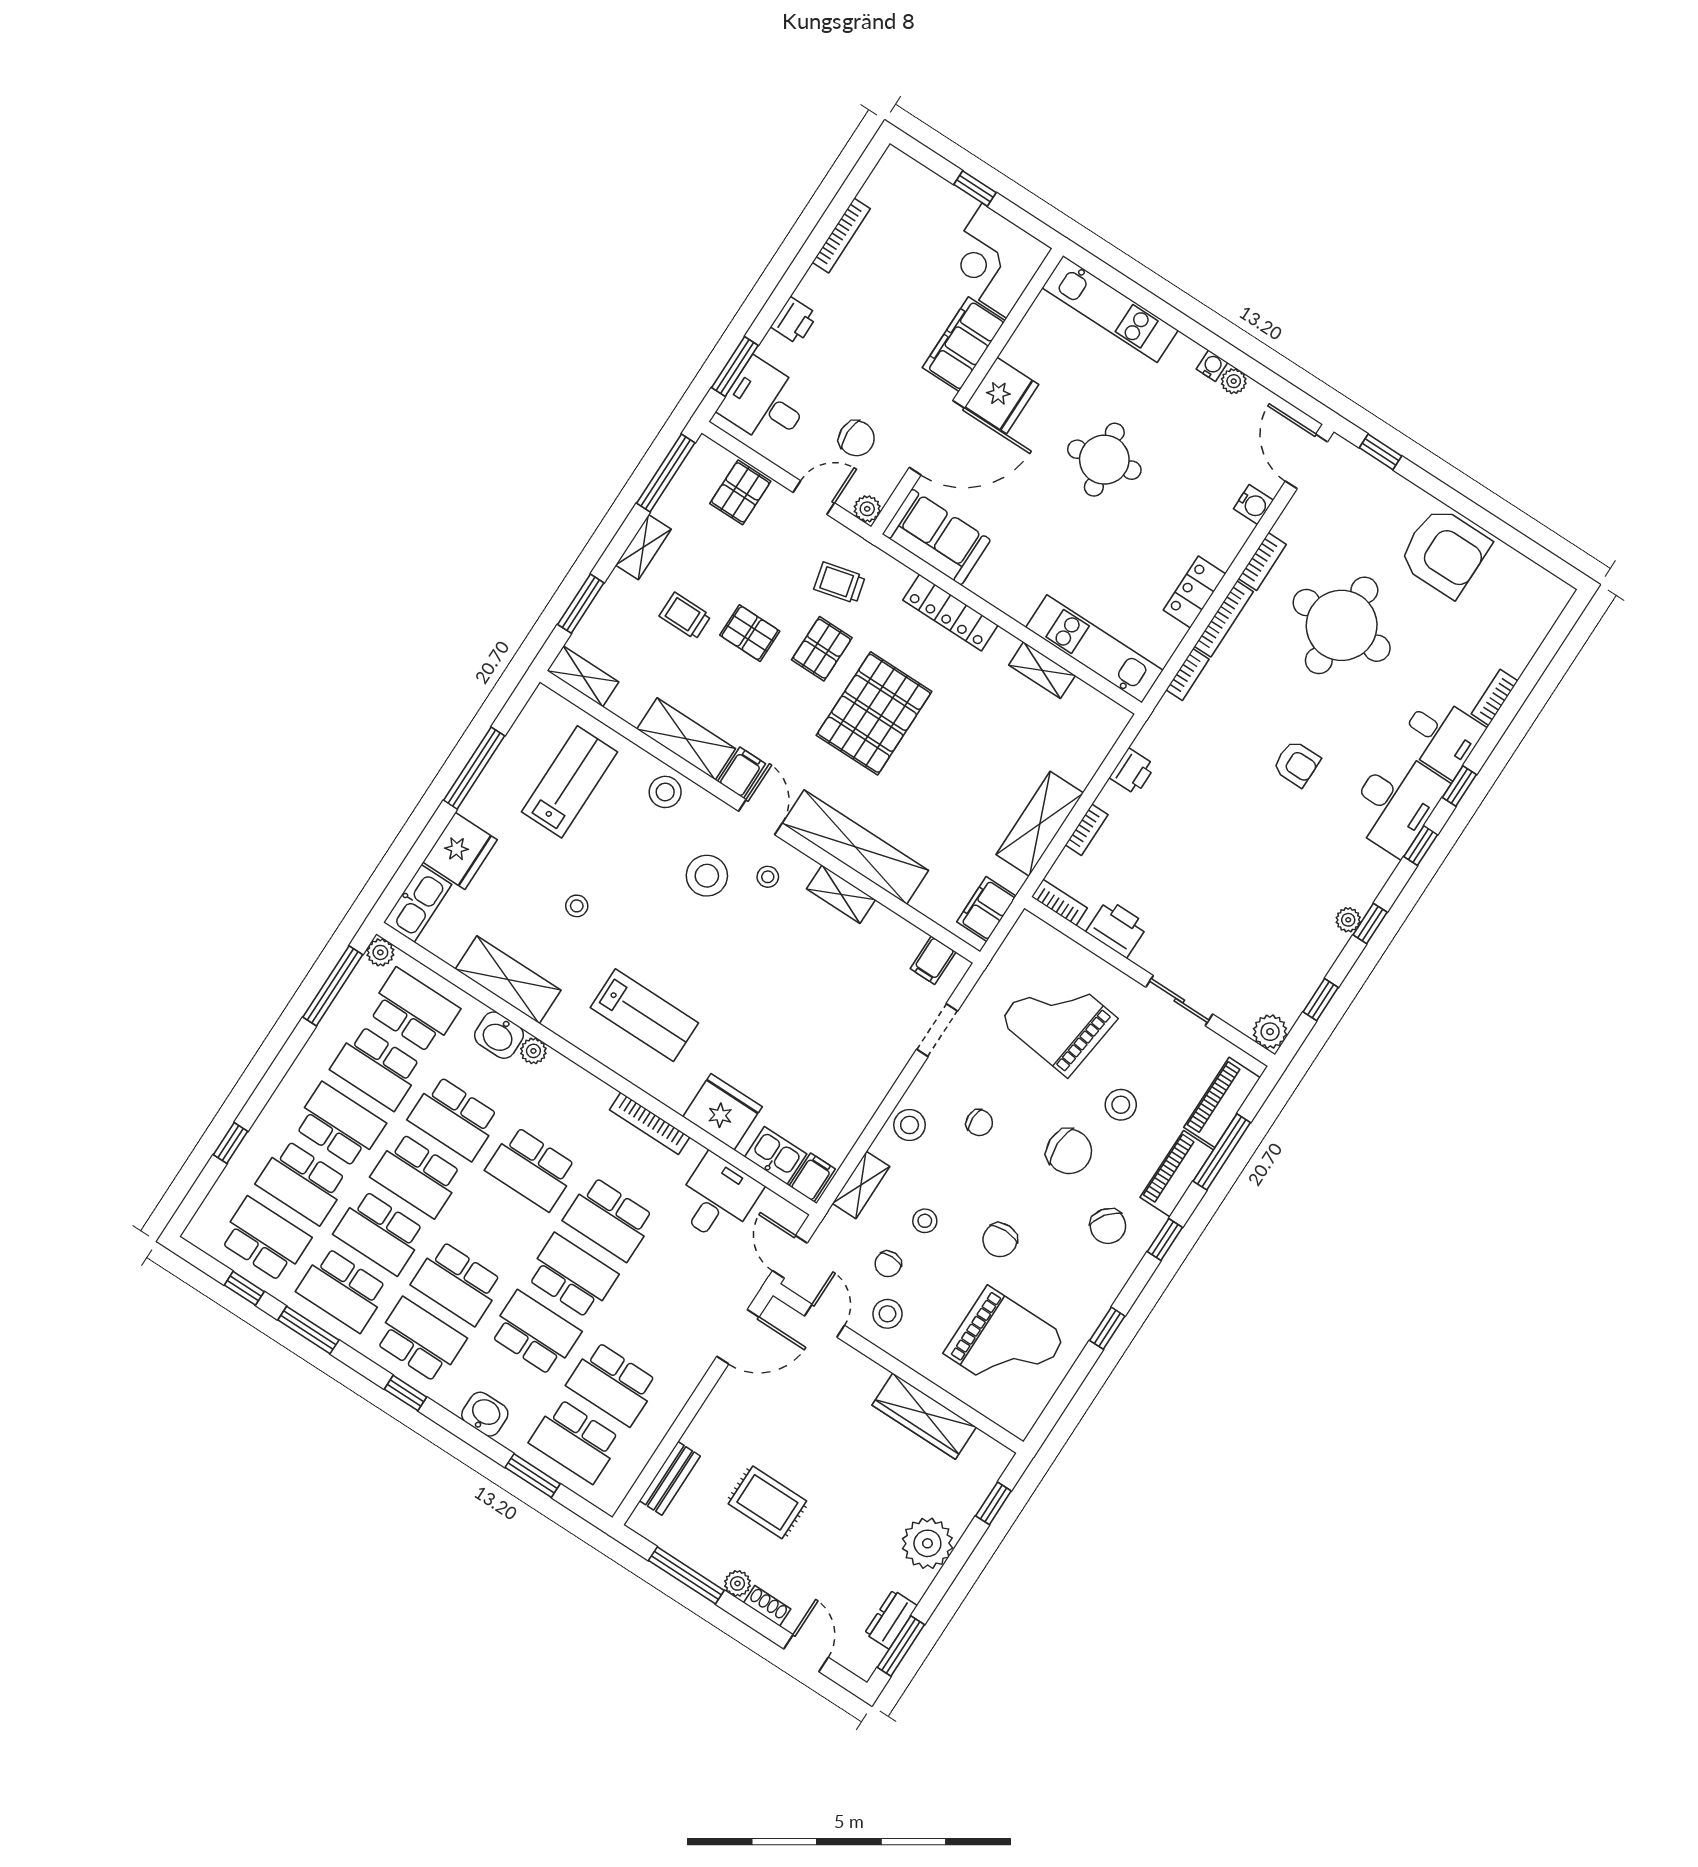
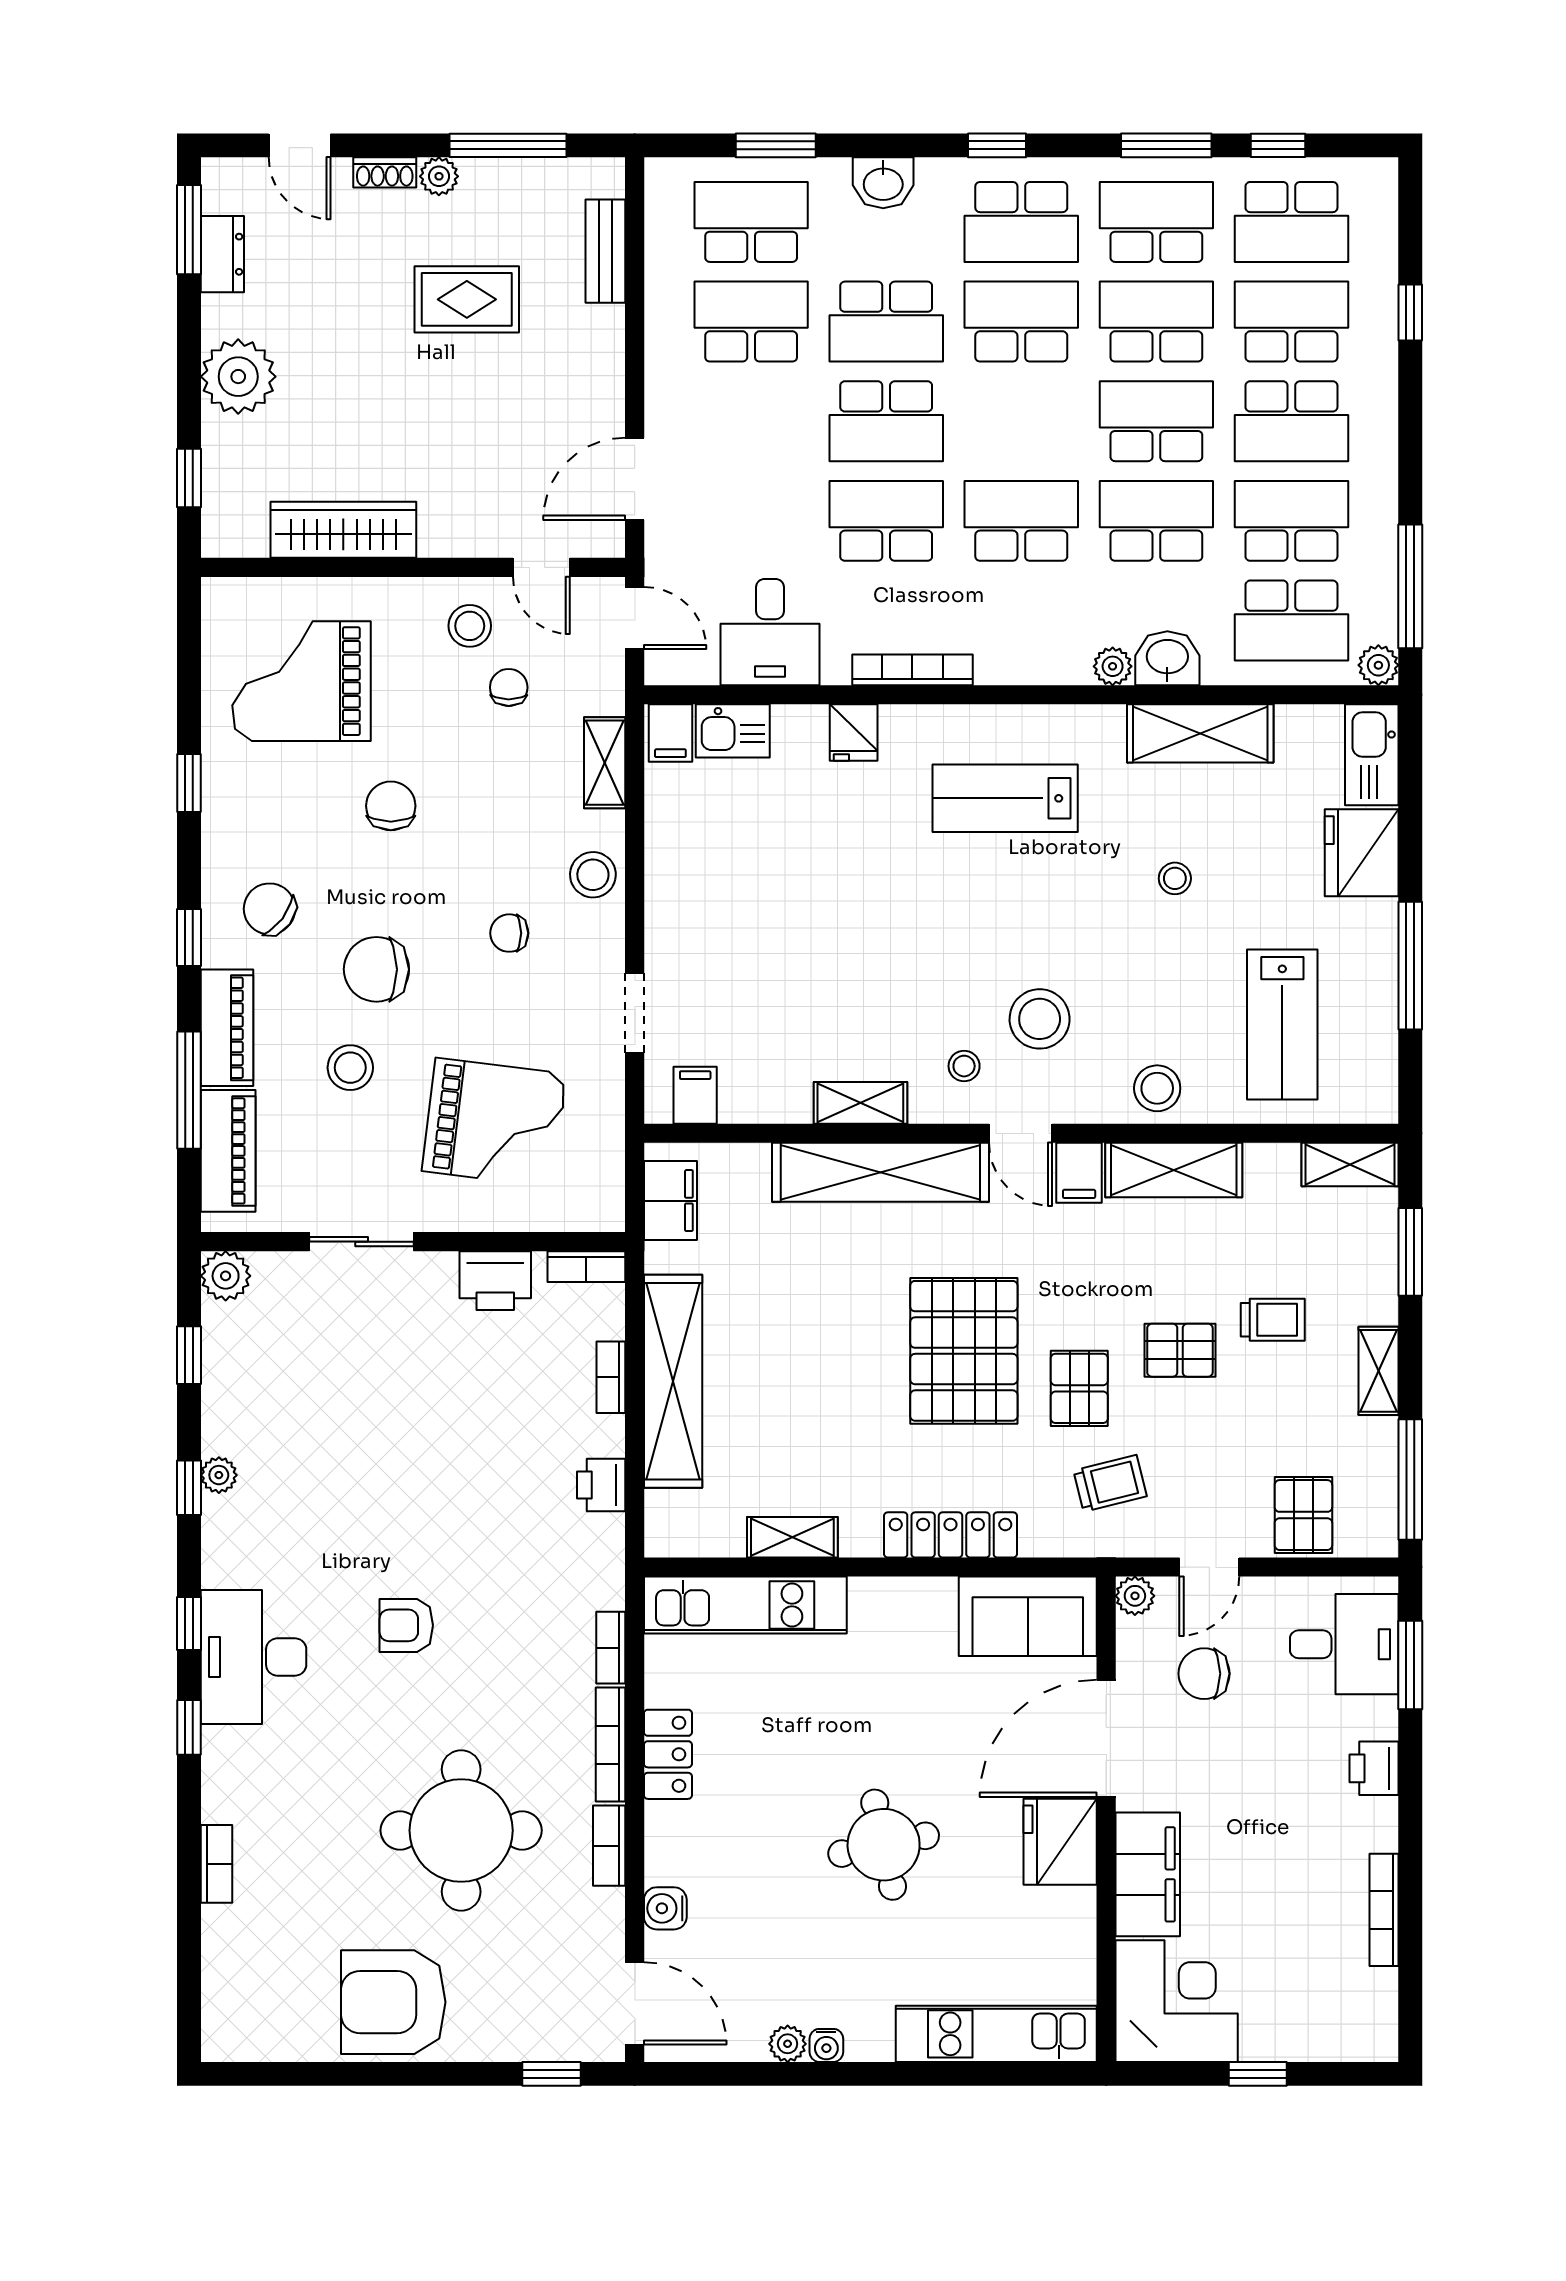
desk: (1441, 736) -> (251, 1774), removed
shelving: (1040, 824) -> (673, 1381), width x1.47
fridge: (722, 1112) -> (854, 732), width x0.53, depth x0.75
stool: (925, 1221) -> (498, 769), removed

